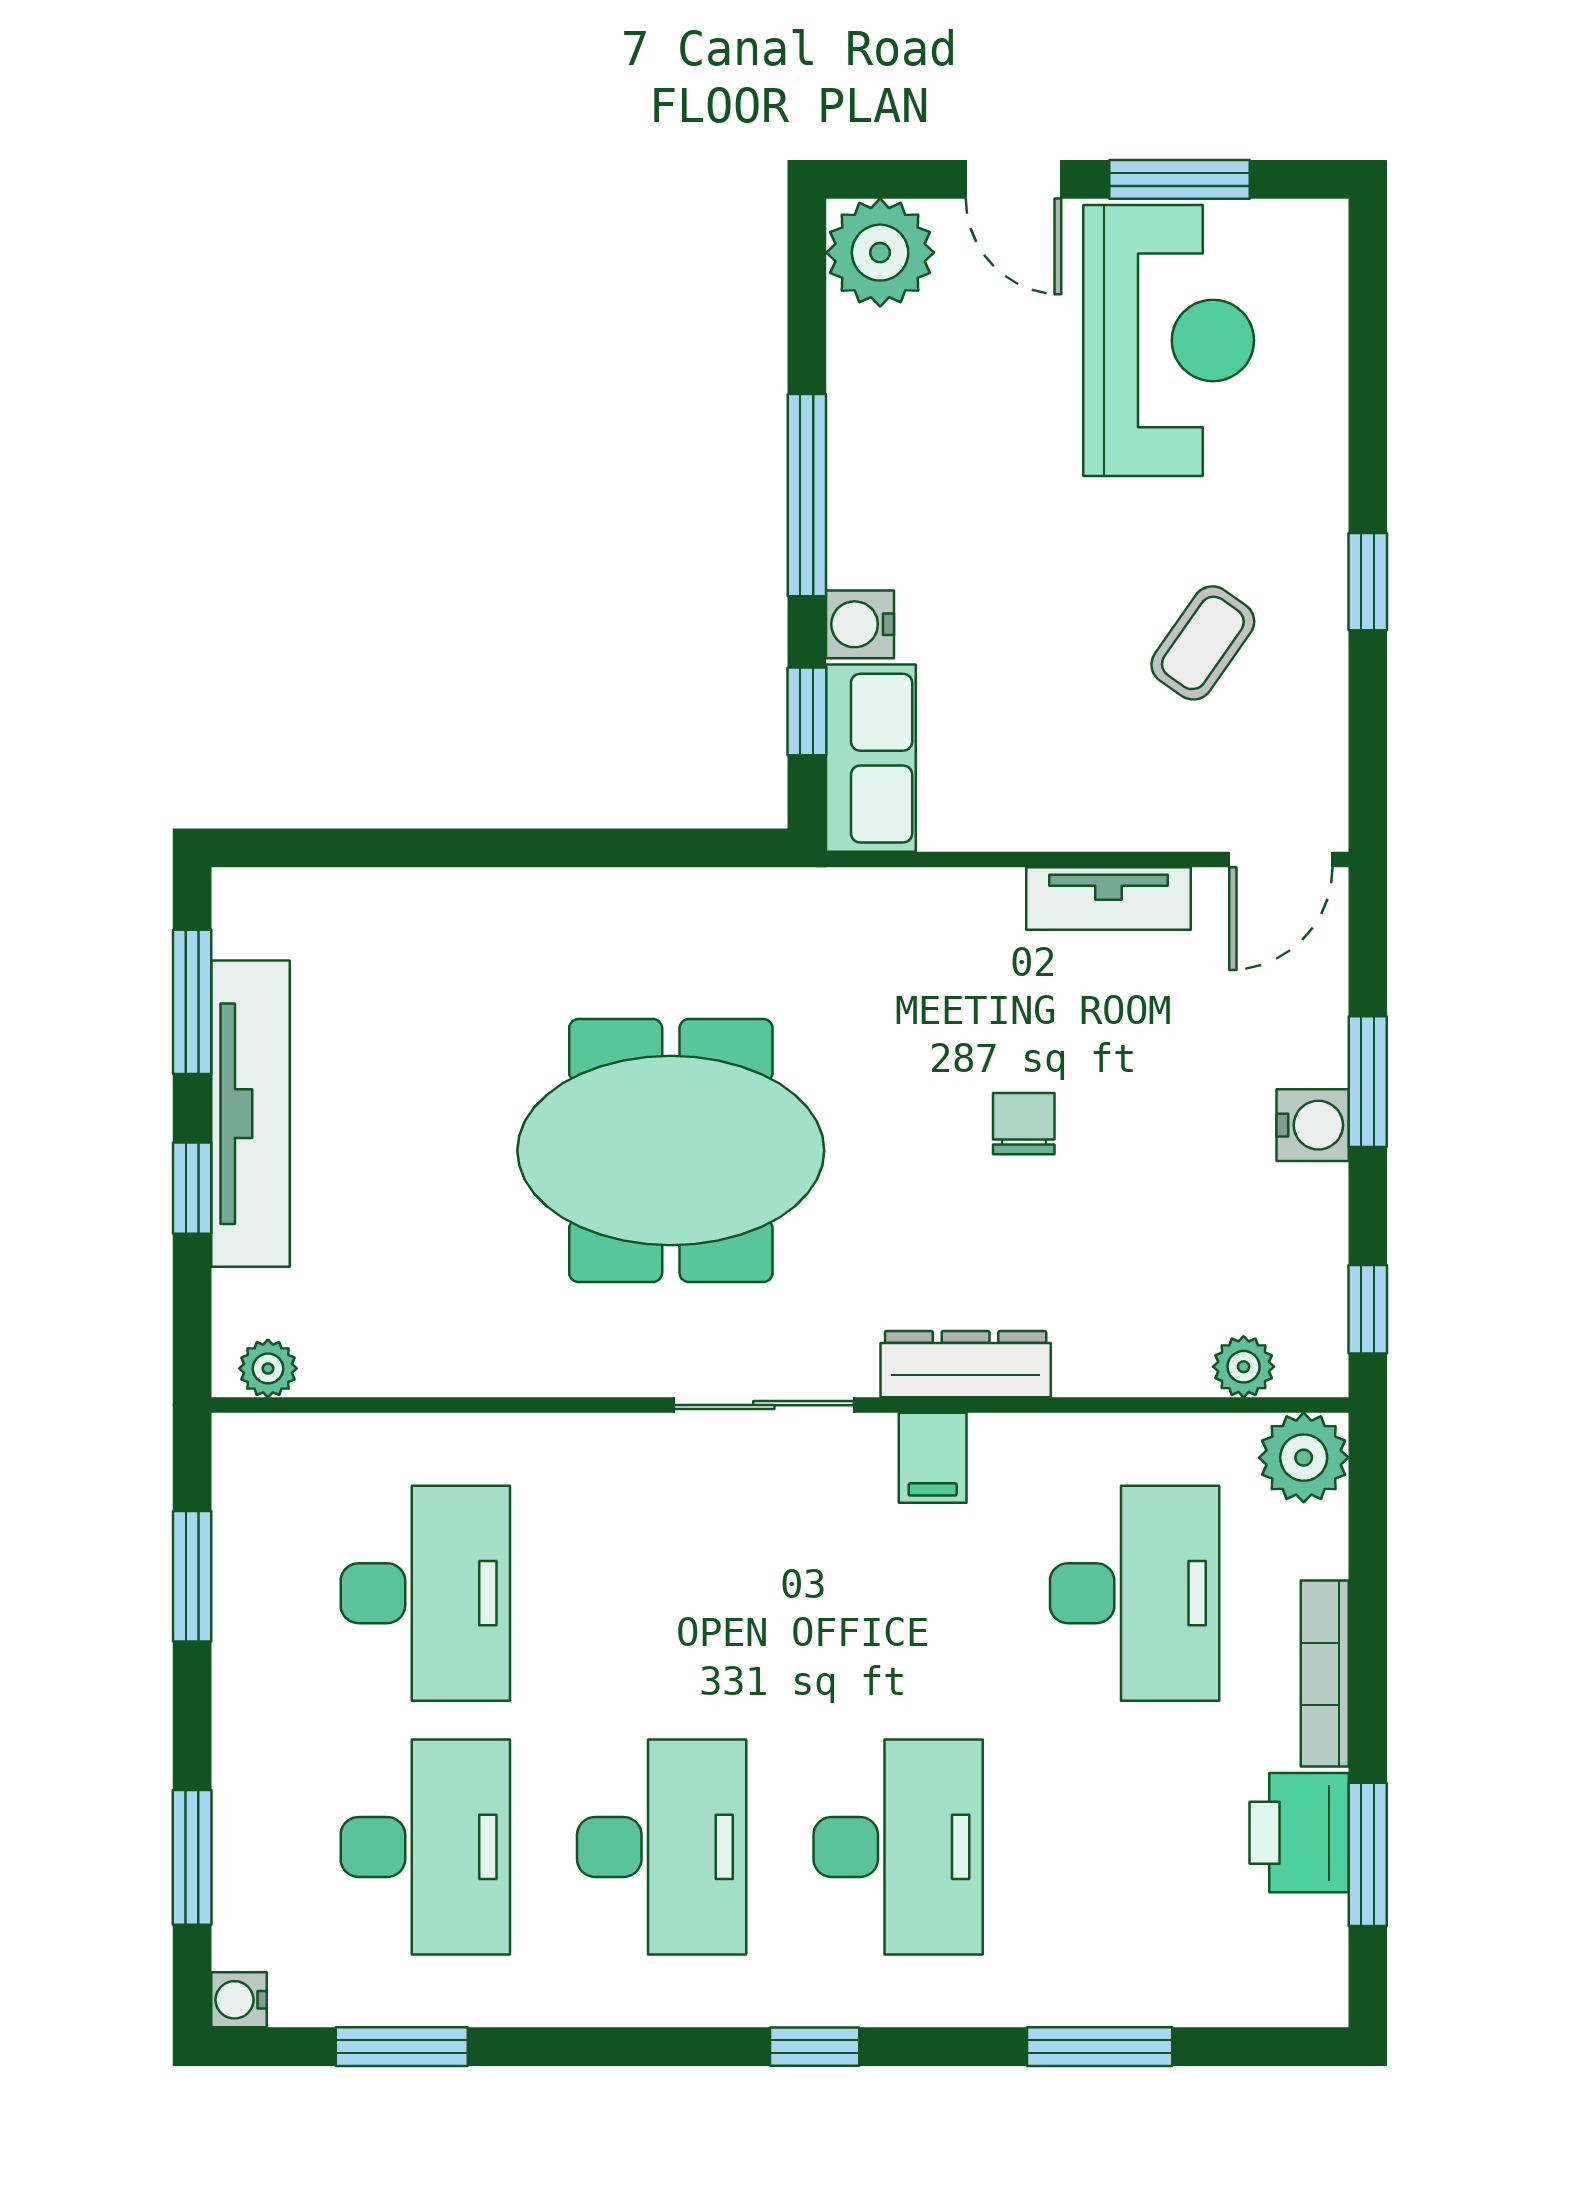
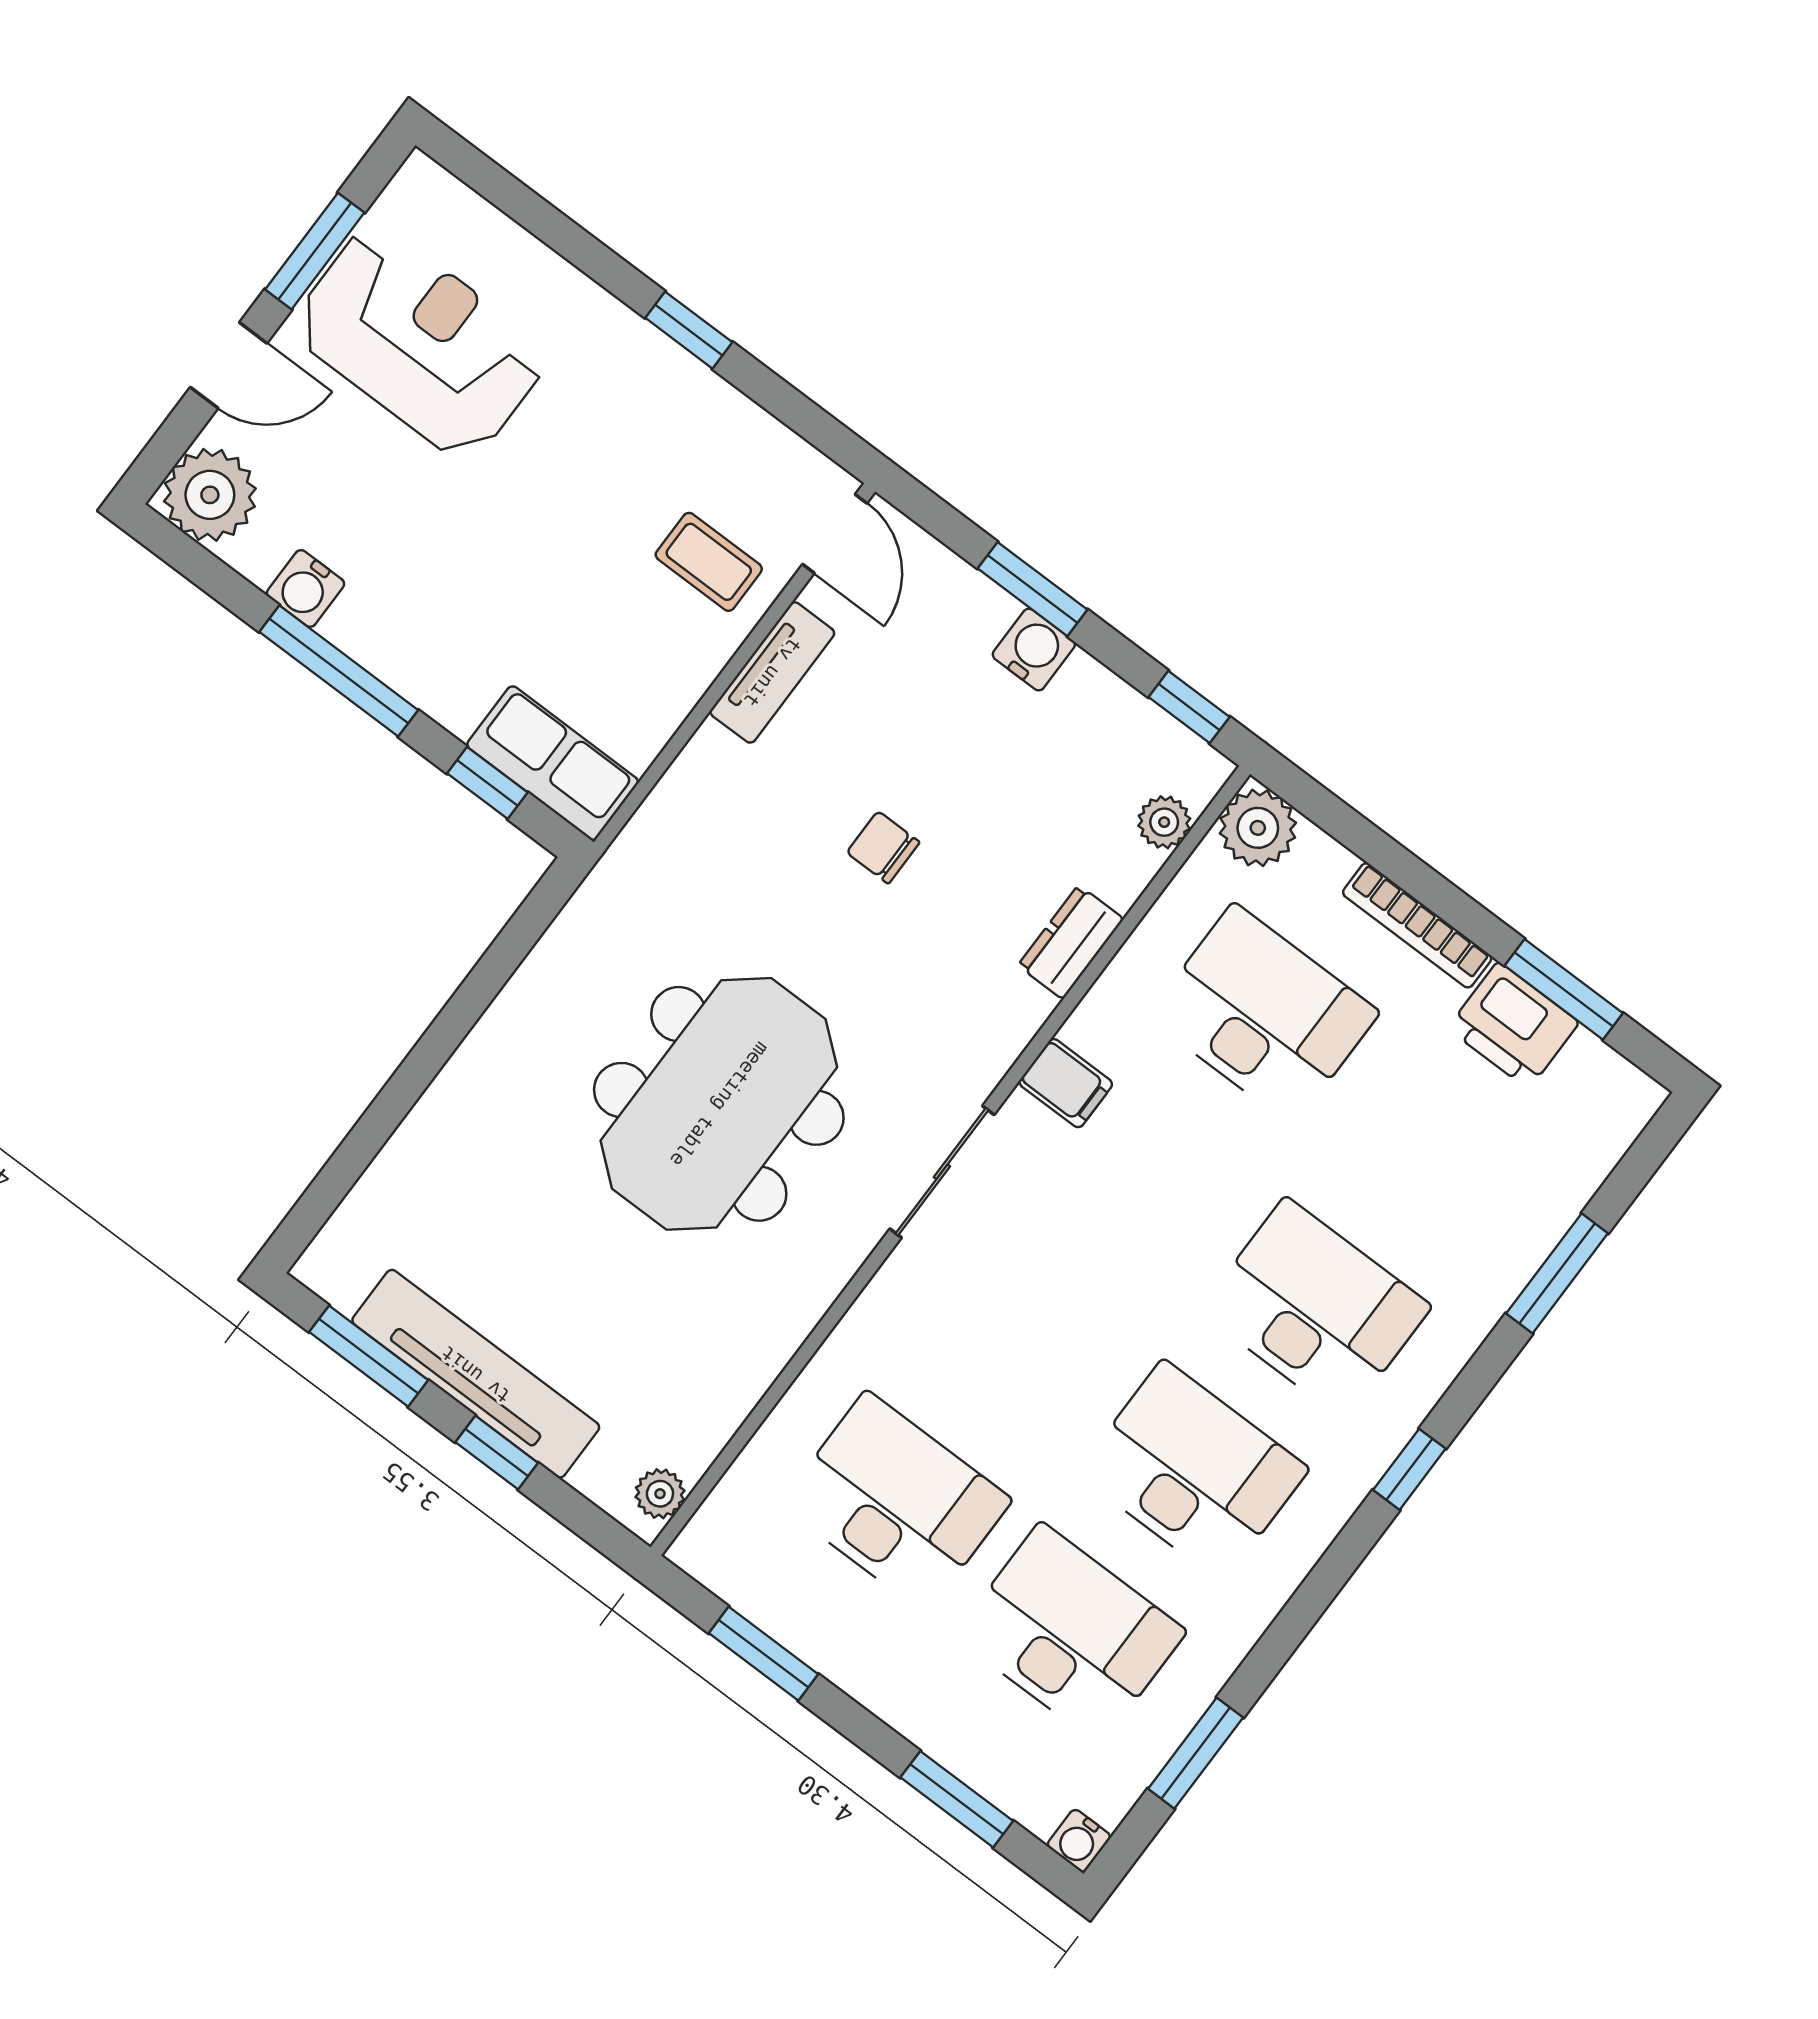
water cooler: (860, 624) -> (305, 589), moved
coffee table: (1203, 643) -> (709, 562), moved, turned -35
dresser: (966, 1364) -> (1071, 942), moved, width x0.70

